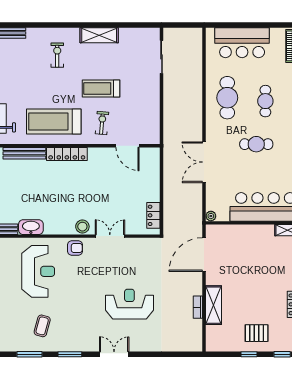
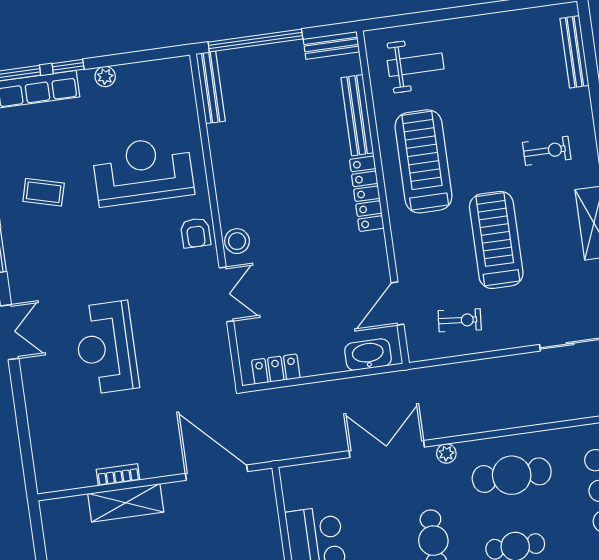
treadmill: (101, 89) -> (496, 240), width x1.37, depth x1.38
exercise bike: (102, 123) -> (460, 320), moved
plant: (211, 216) -> (446, 453), moved
washbasin: (31, 227) -> (368, 355), moved, turned -90
reception desk: (38, 271) -> (143, 171), turned 180
reception desk: (129, 304) -> (106, 348), turned 180

